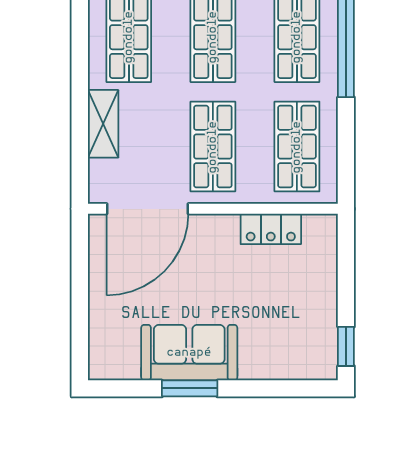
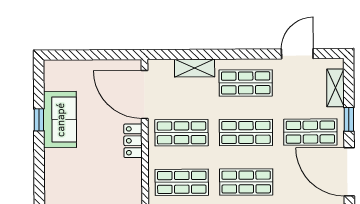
locker: (271, 229) -> (133, 141), moved
window: (190, 388) -> (39, 120), width x0.67

